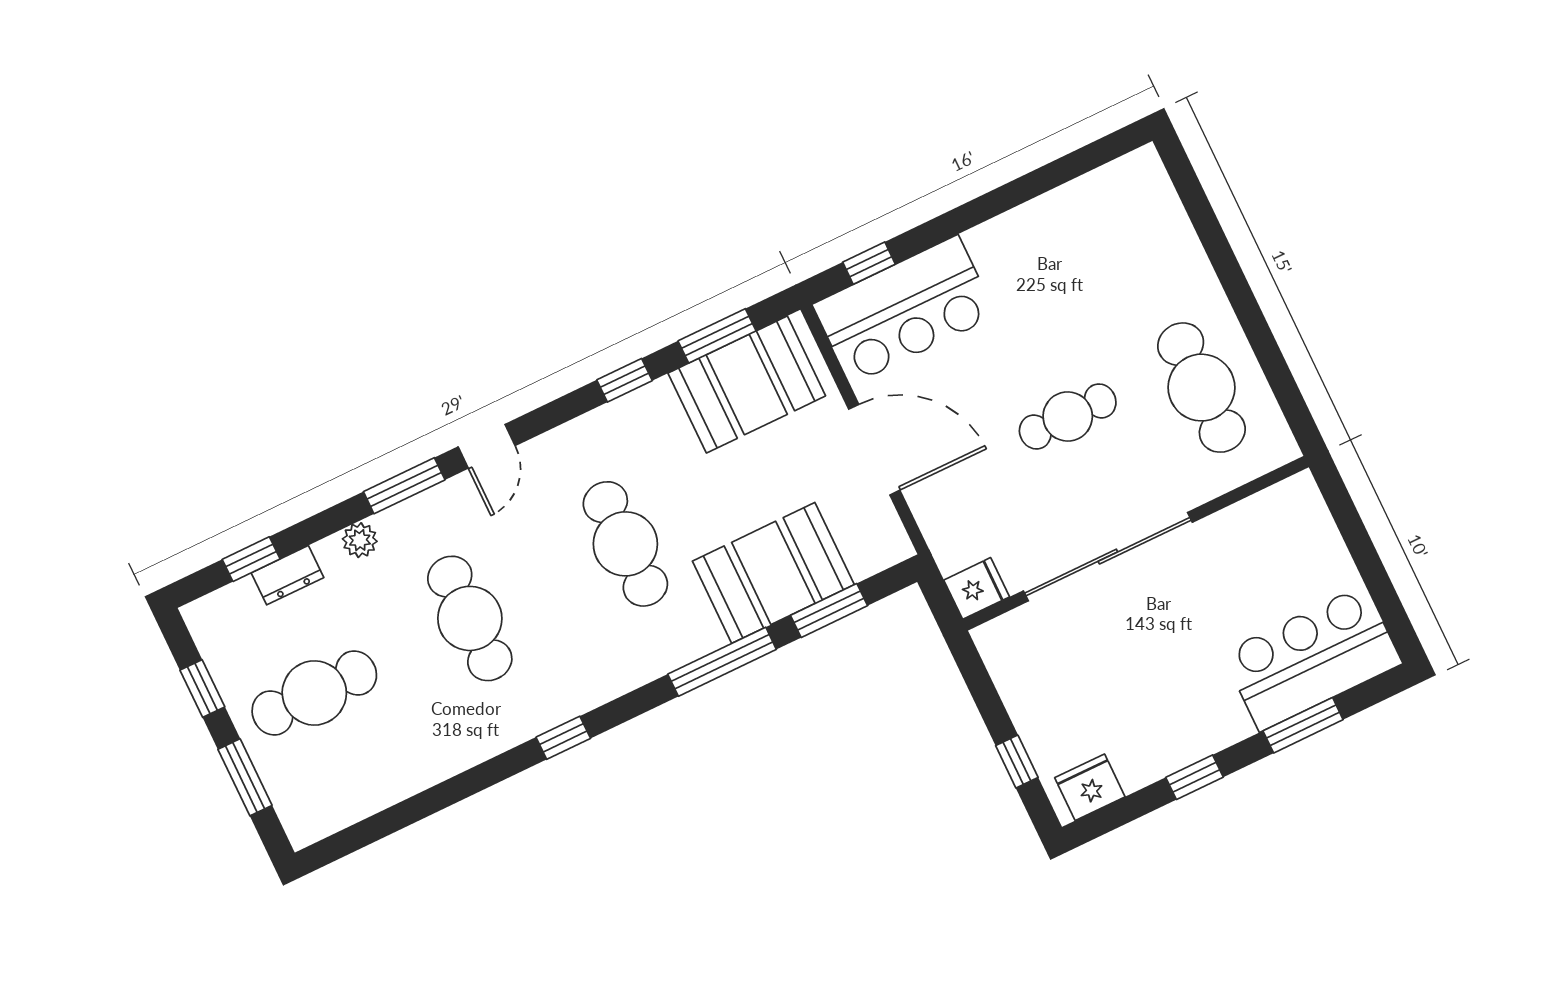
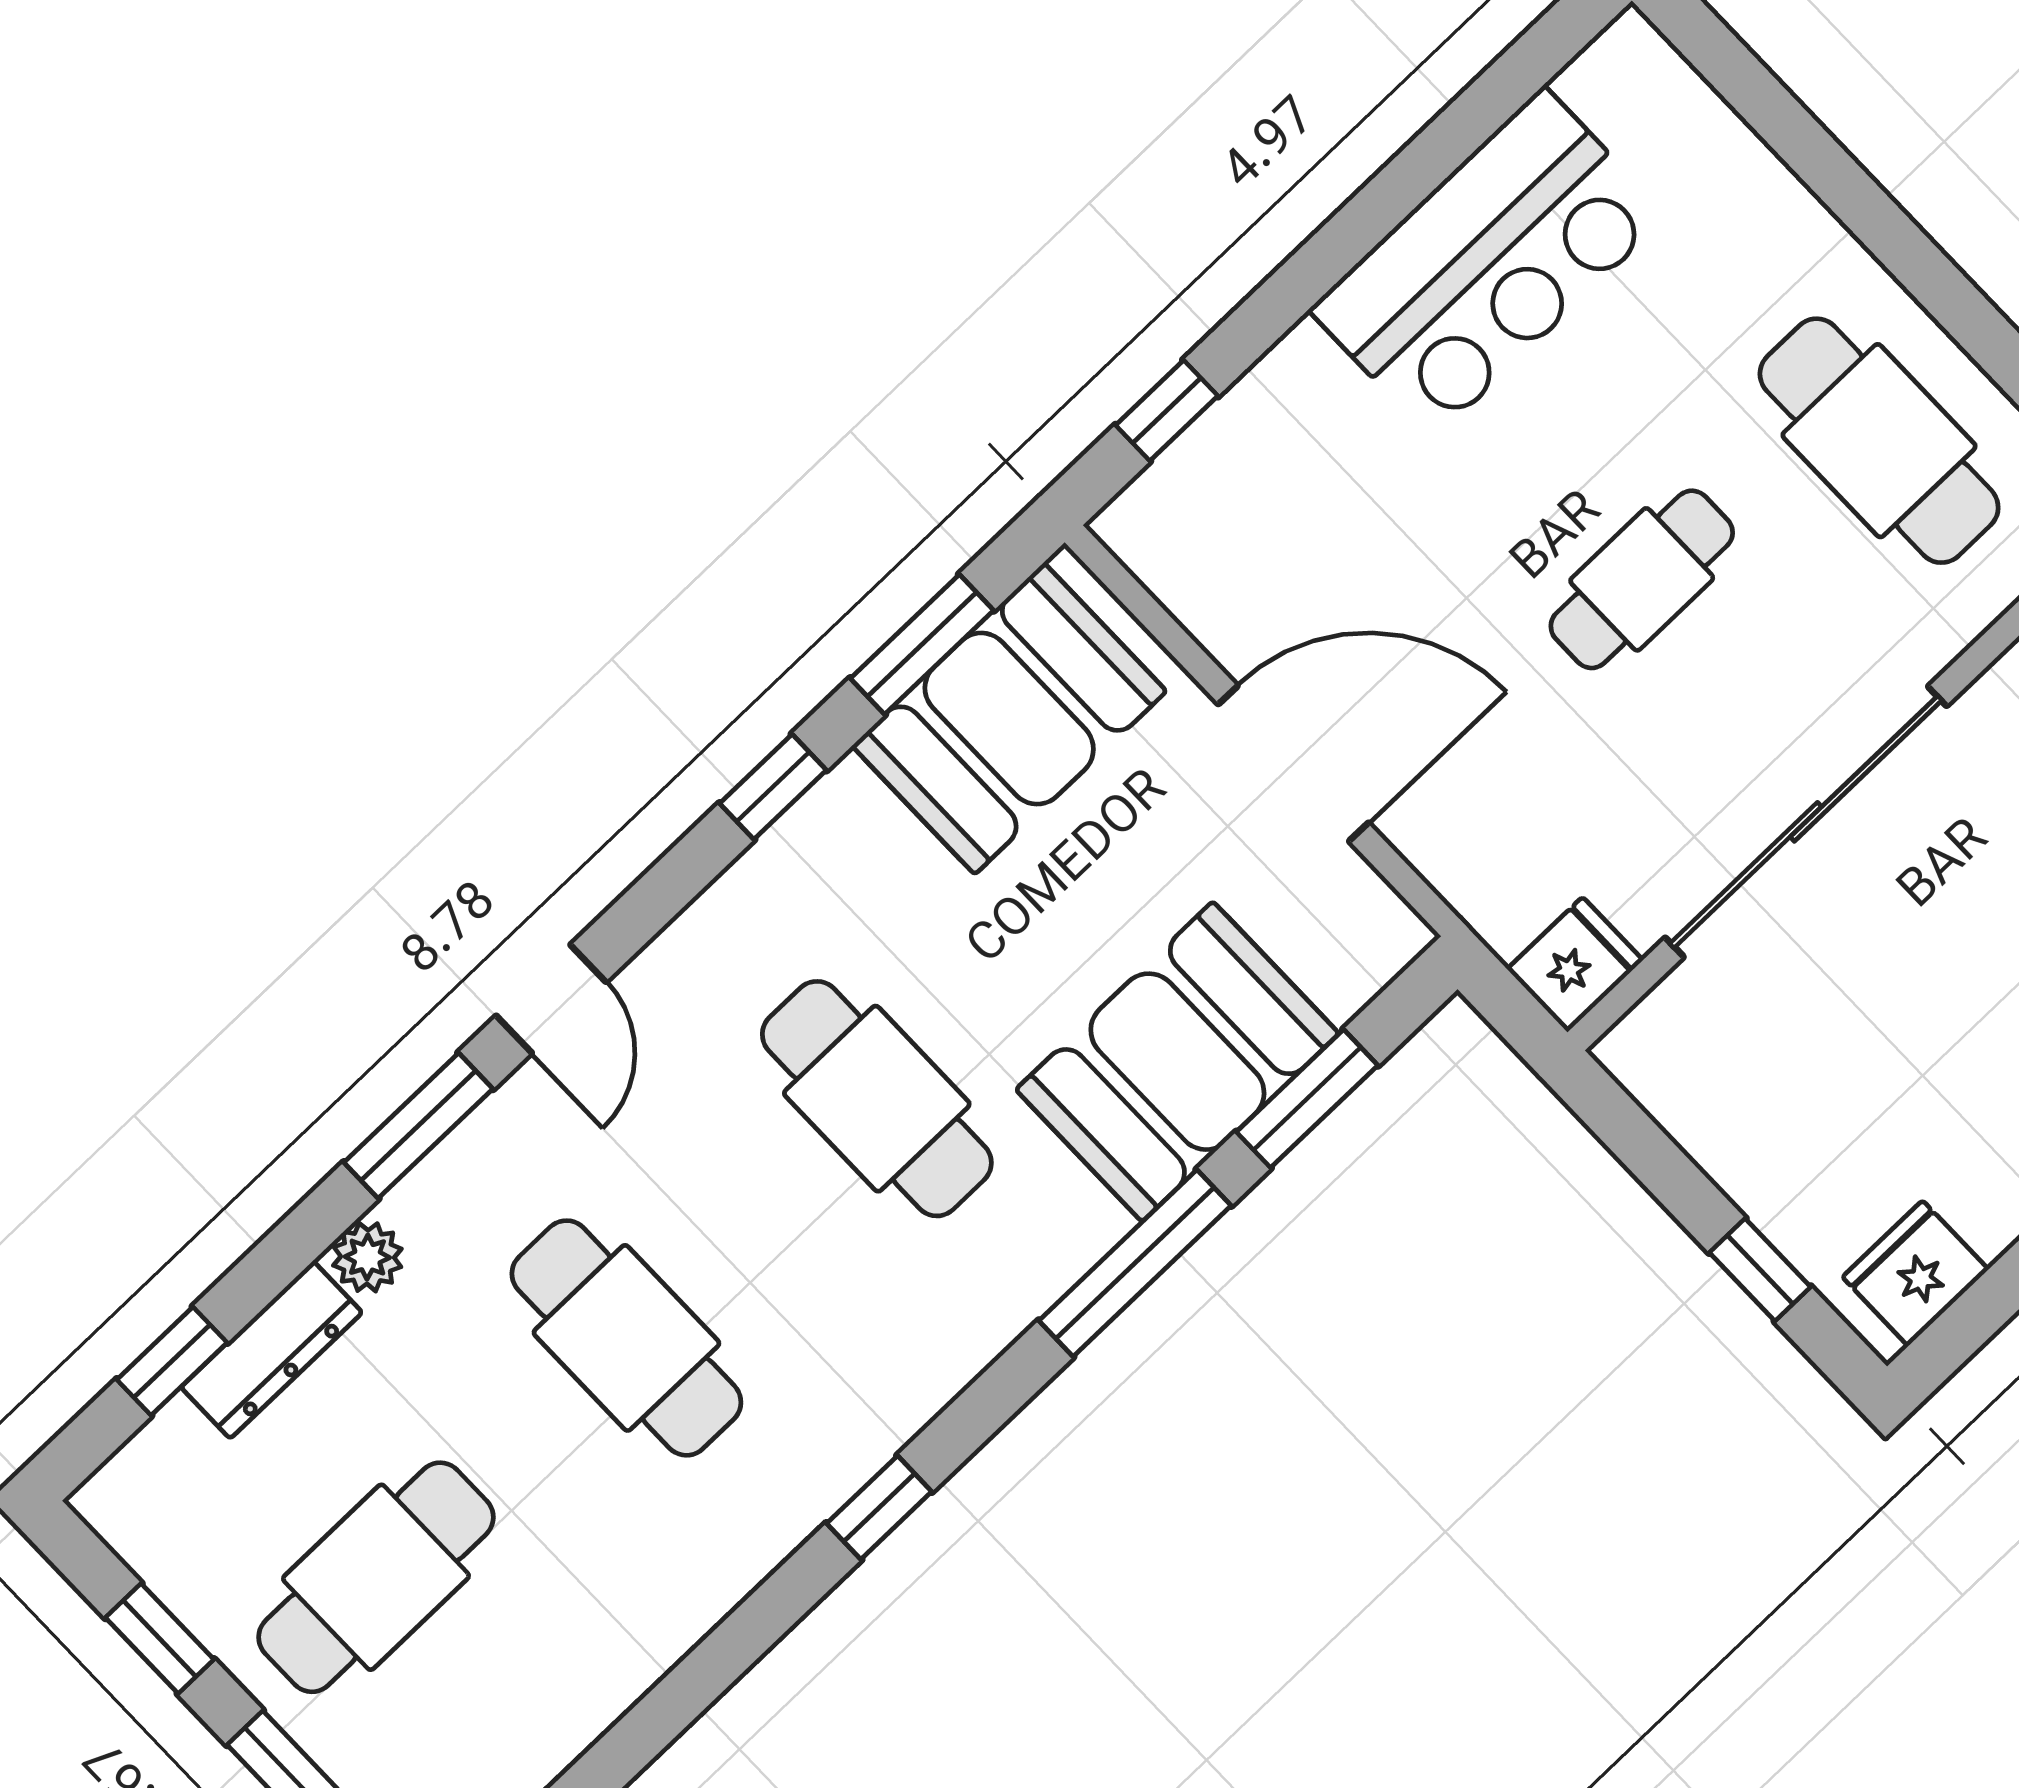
bar counter: (904, 310) -> (1488, 263), moved
dresser: (288, 575) -> (272, 1350), width x1.44

